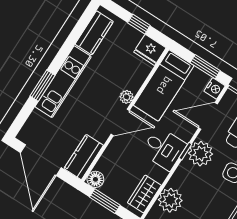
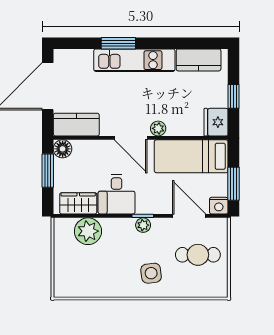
desk: (164, 149) -> (117, 194), moved
plant: (201, 154) -> (143, 225), width x0.53, depth x0.53

